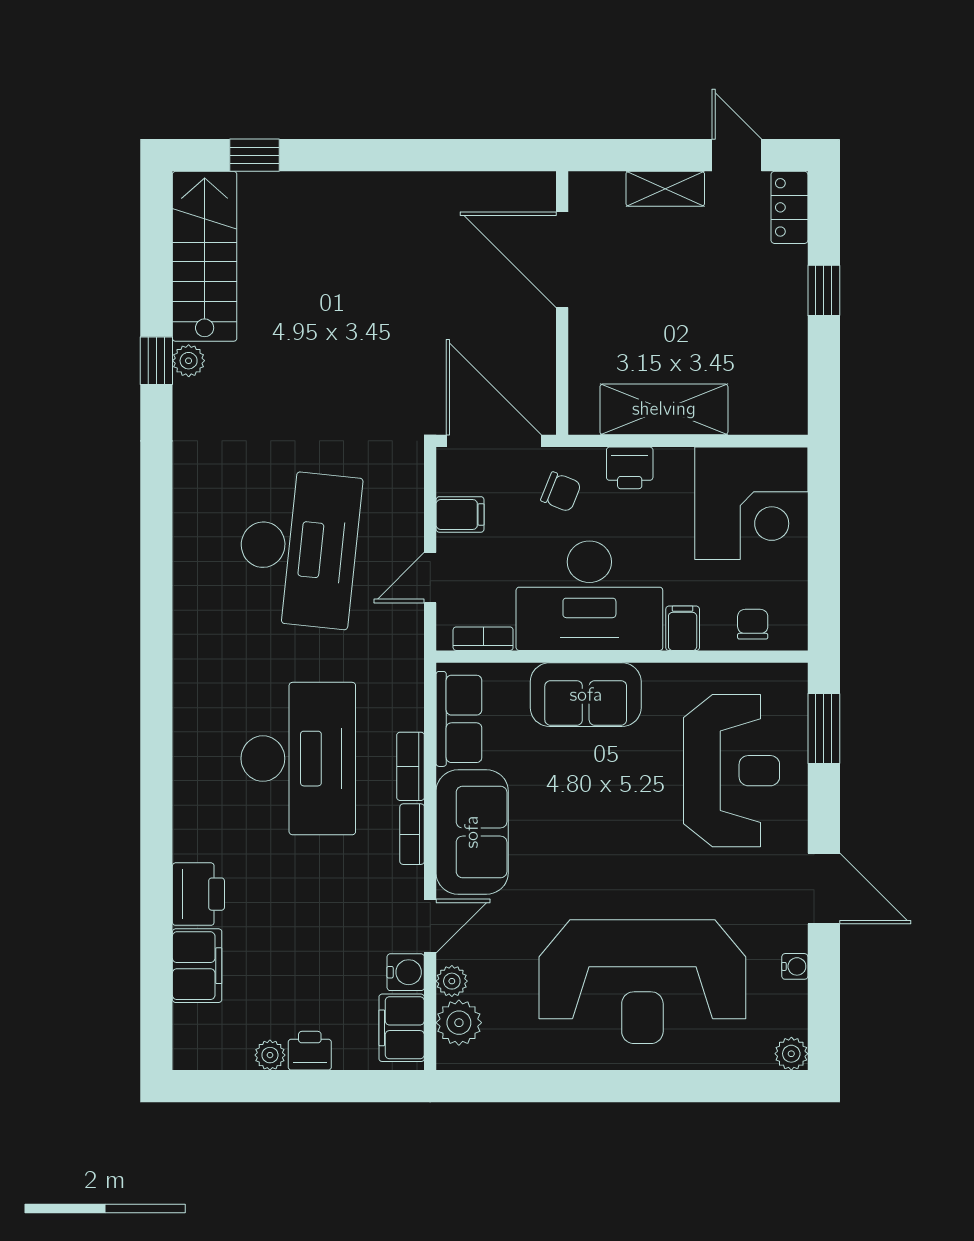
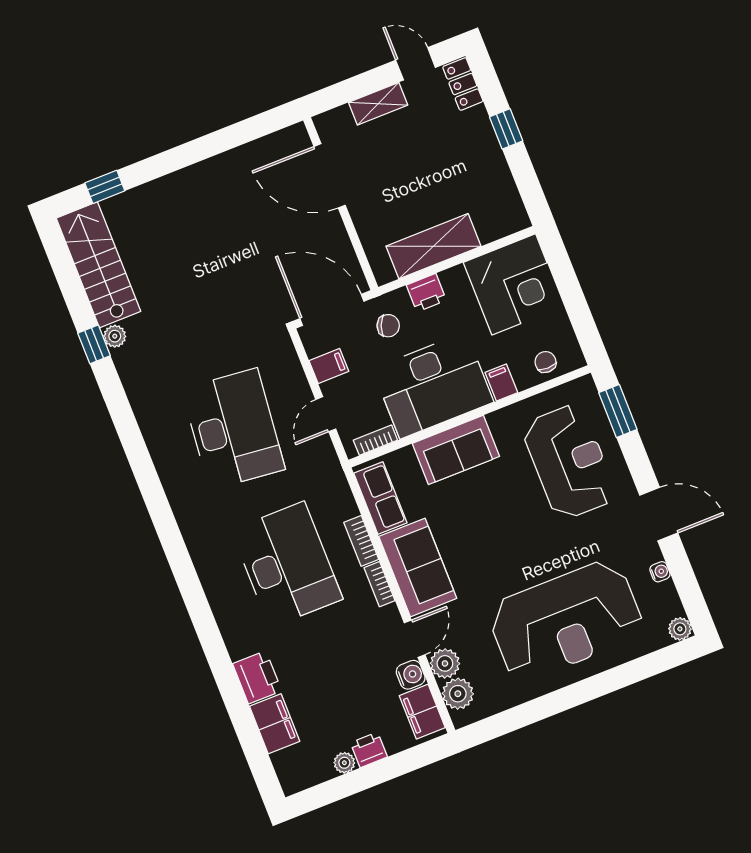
plant: (452, 981) -> (445, 663), width x1.38, depth x1.38

